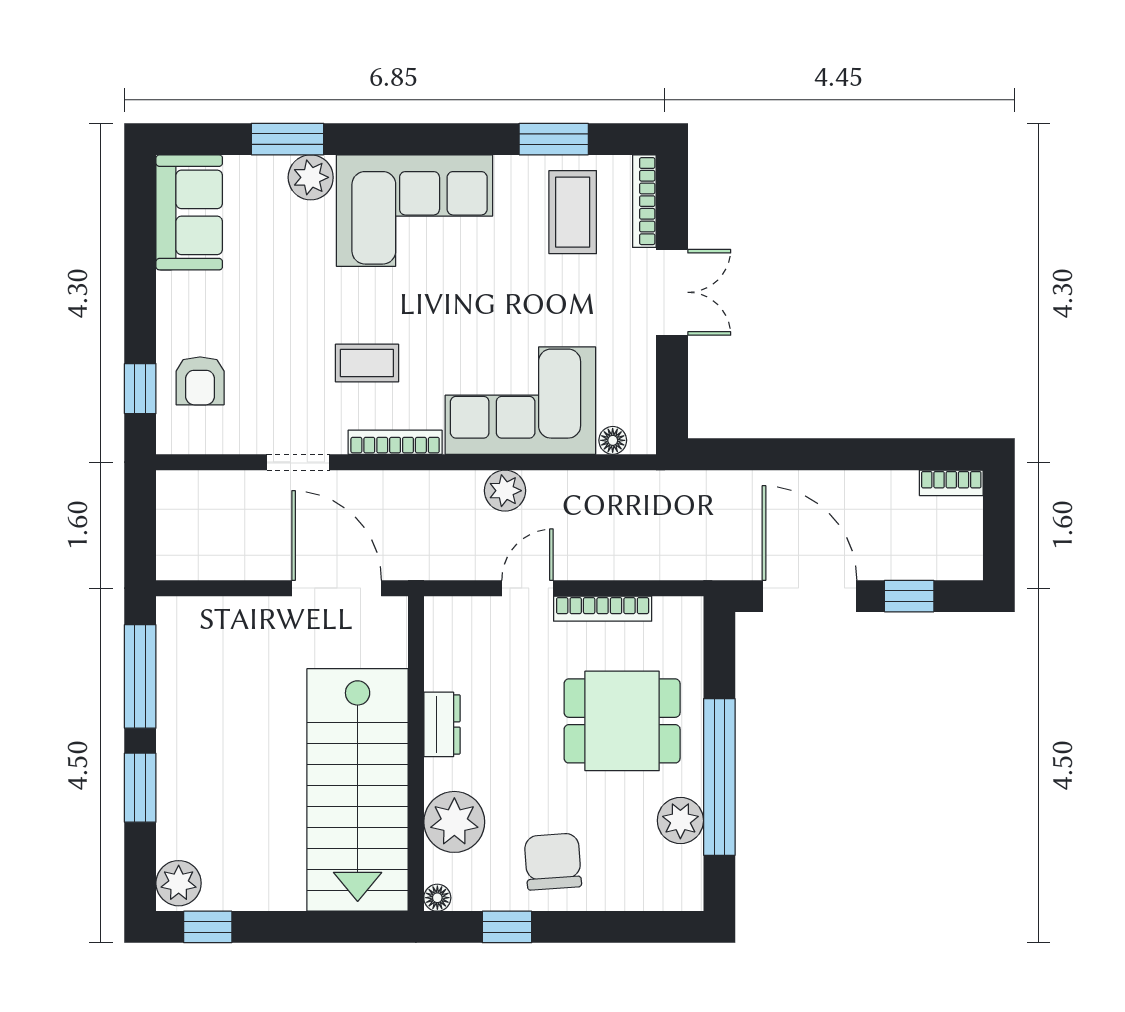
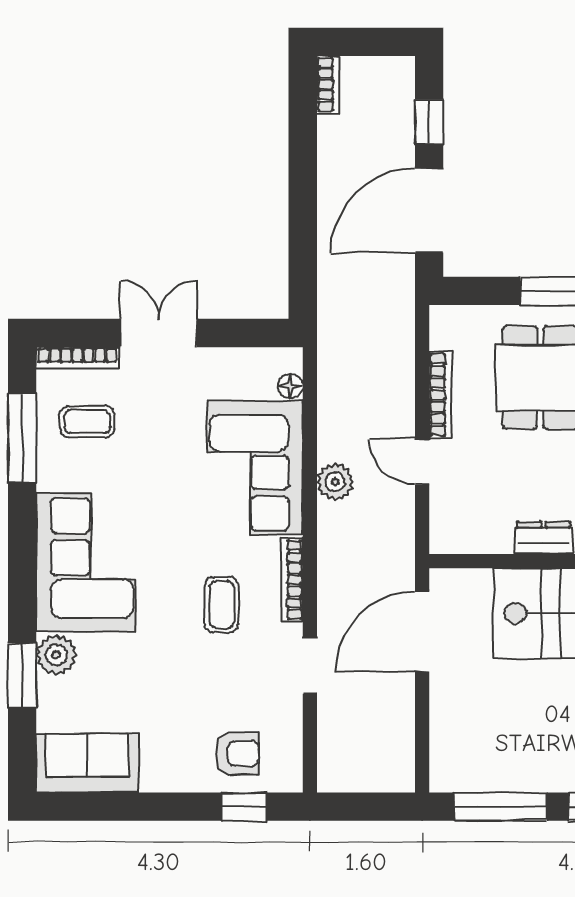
window: (554, 139) -> (22, 438), width x1.44
coffee table: (573, 212) -> (87, 422), width x0.73, depth x0.77

